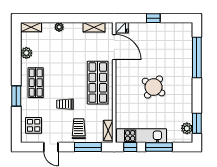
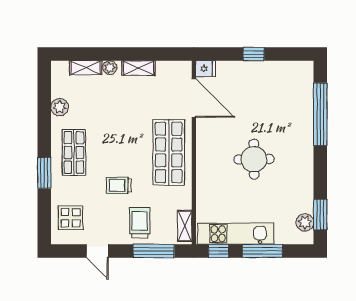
shelving: (31, 27) -> (86, 68), moved
shelving: (94, 27) -> (139, 68), moved
round table: (153, 87) -> (254, 159), turned -37

